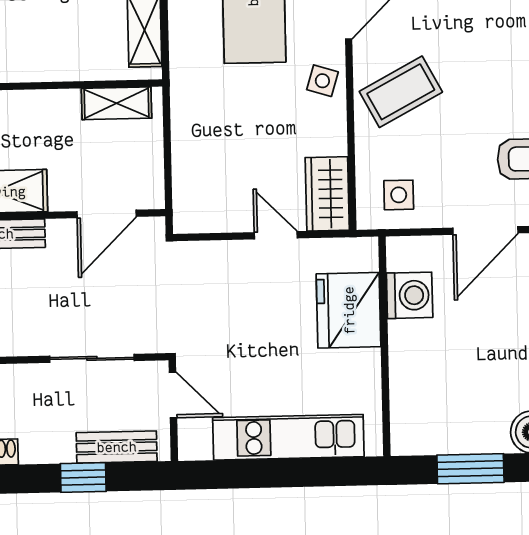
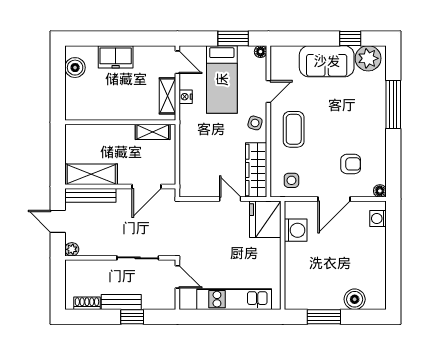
nightstand: (181, 31) -> (186, 97), added
coffee table: (401, 92) -> (294, 129), turned -62
wardrobe: (327, 194) -> (256, 170), width x1.50
fridge: (349, 310) -> (265, 219), moved
bench: (117, 447) -> (121, 302), moved

